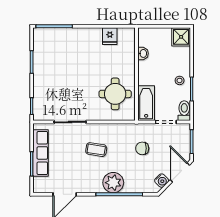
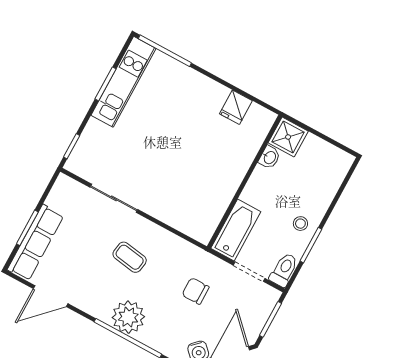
shower: (181, 37) -> (288, 137), moved
kitchen unit: (41, 56) -> (123, 82), added
round table: (115, 94) -> (199, 193), removed
row of seats: (40, 153) -> (36, 243), moved

